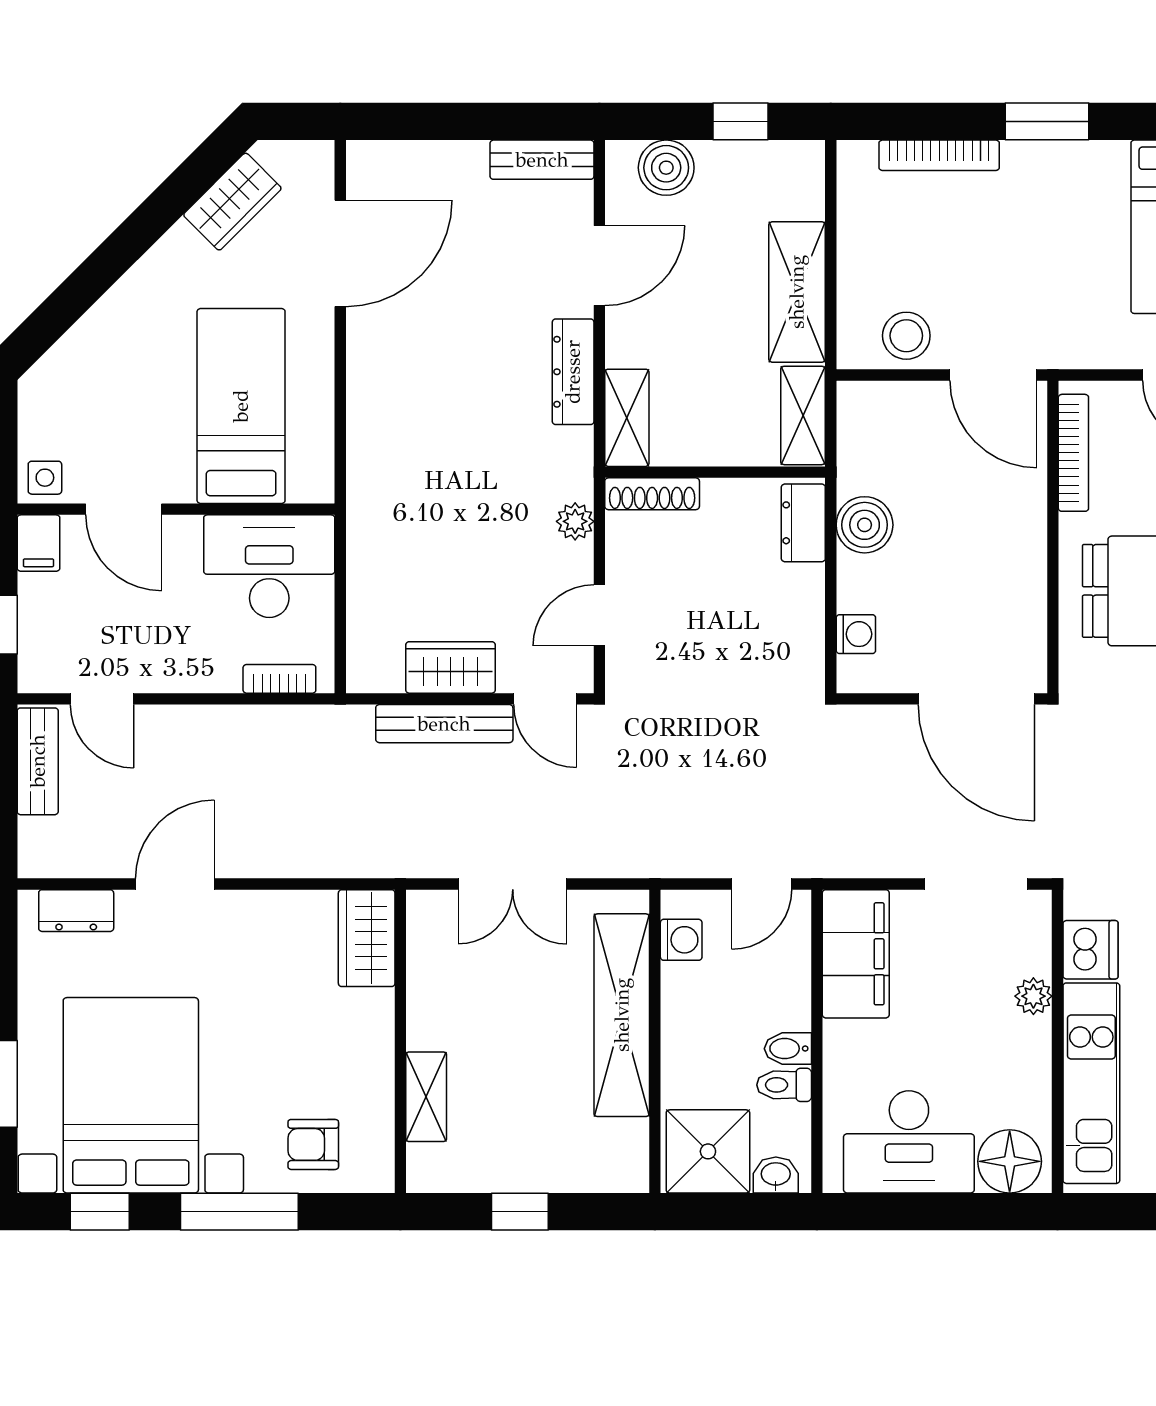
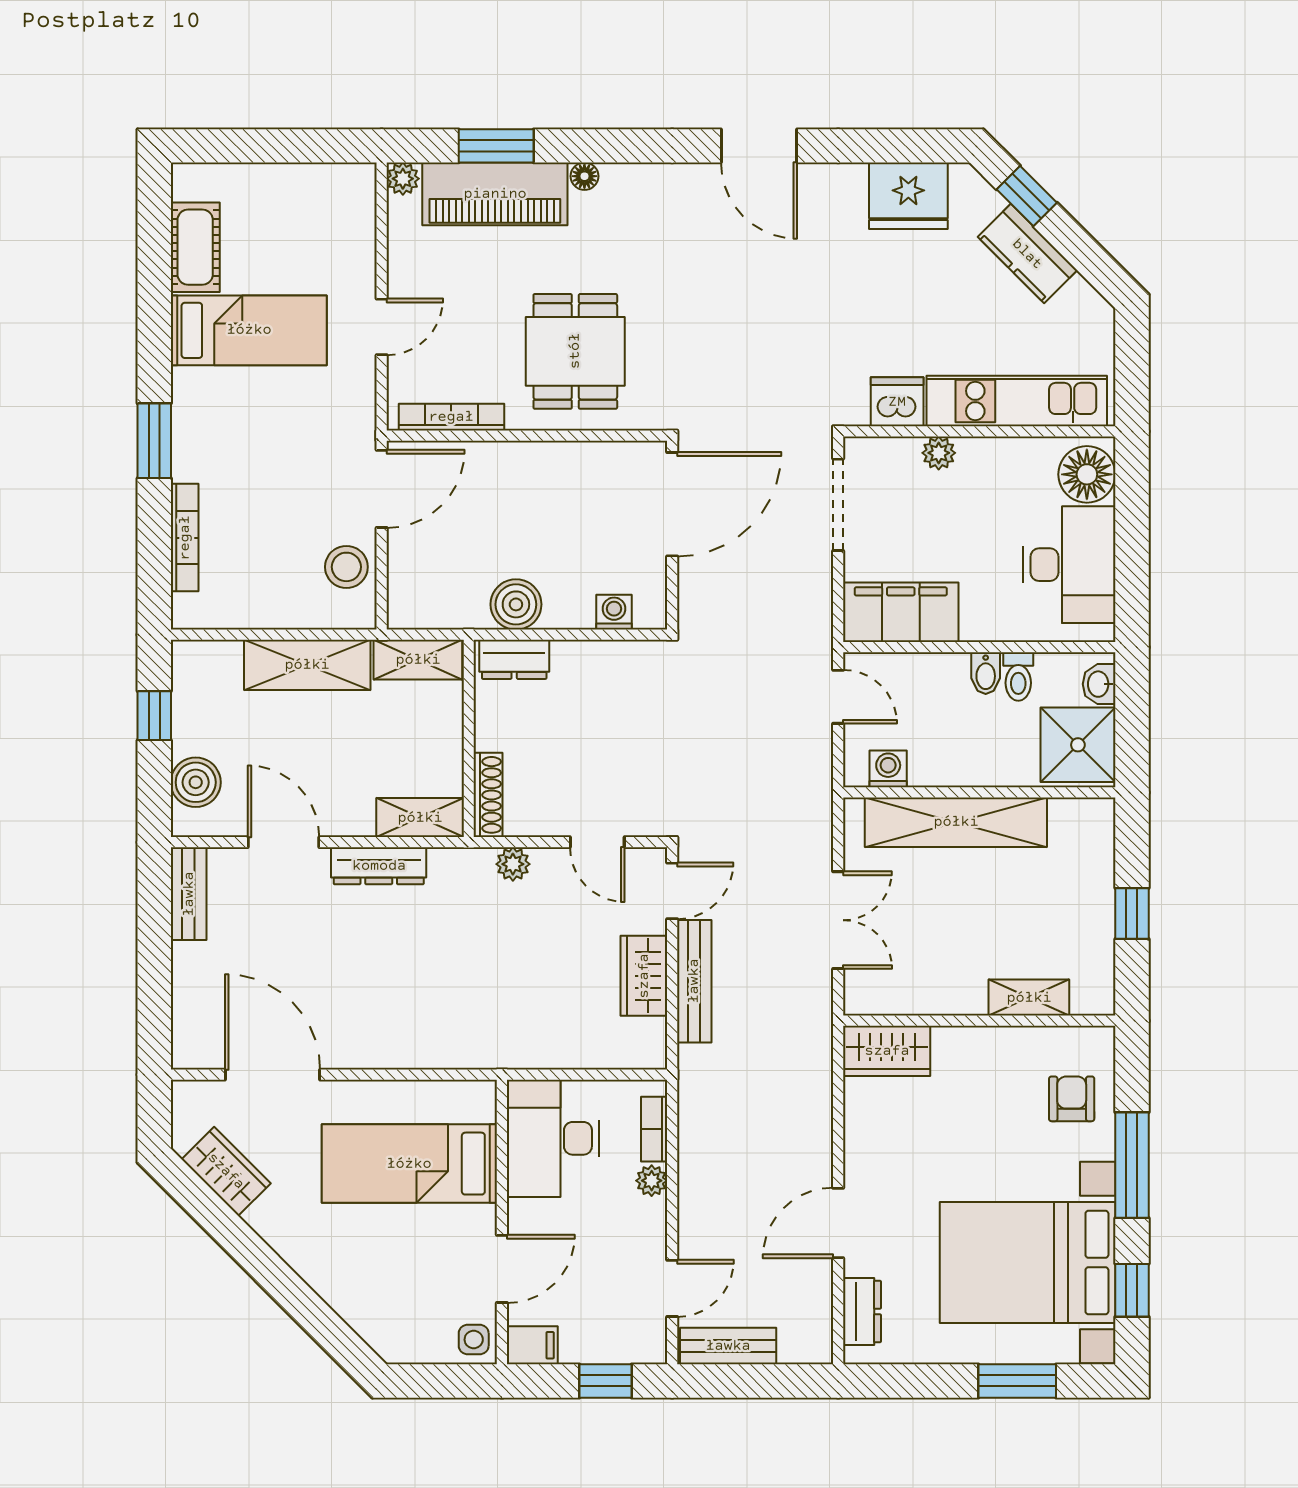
plant: (222, 676) -> (652, 1181), added
door: (175, 884) -> (838, 1223), hinge flipped
armchair: (313, 1144) -> (1072, 1099), turned 180

